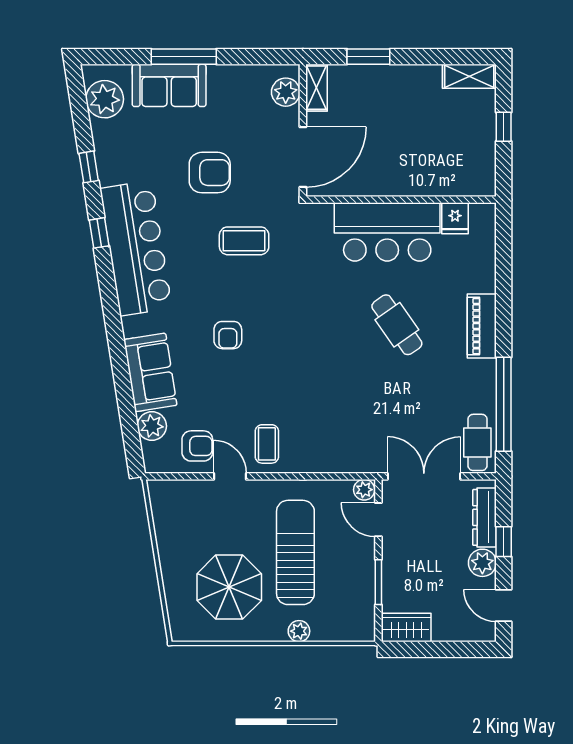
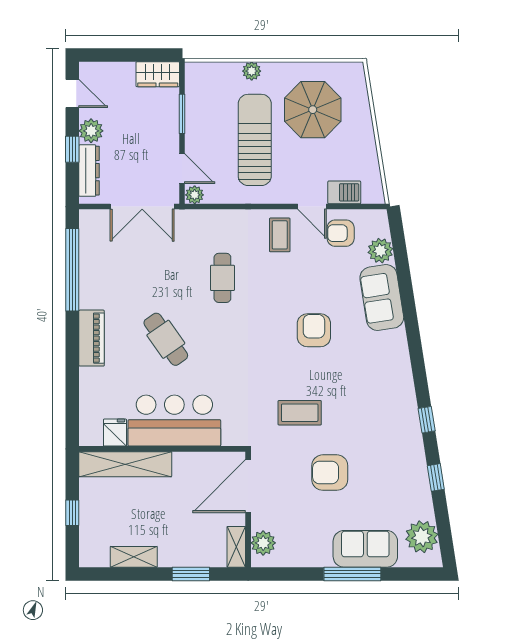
shelving: (469, 76) -> (134, 557), moved
shelving: (443, 182) -> (125, 464), added
bar counter: (136, 248) -> (394, 406), removed
armchair: (228, 335) -> (314, 330), width x1.38, depth x1.38
cafe table: (477, 442) -> (222, 278), moved
barbecue: (193, 492) -> (344, 192), added
sun lounger: (295, 552) -> (255, 140), turned 180

